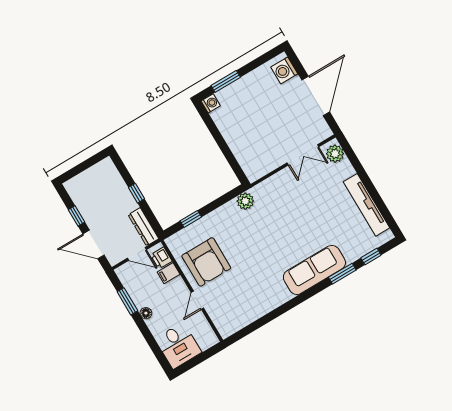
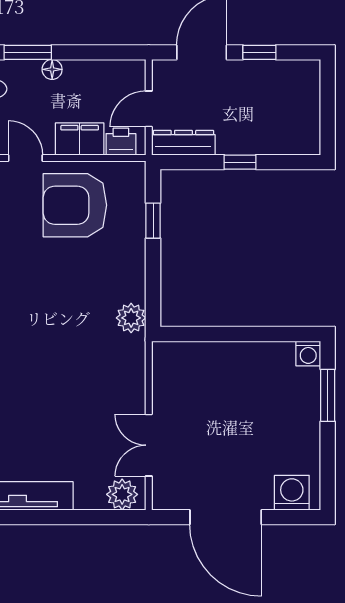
filing cabinet: (169, 273) -> (80, 139), width x2.00
window: (127, 301) -> (28, 52), moved

